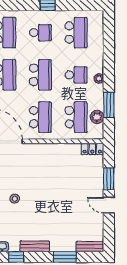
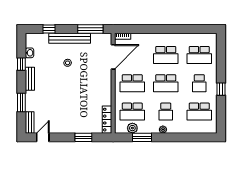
locker: (92, 149) -> (107, 120), width x1.53
door: (109, 205) -> (43, 137), moved

